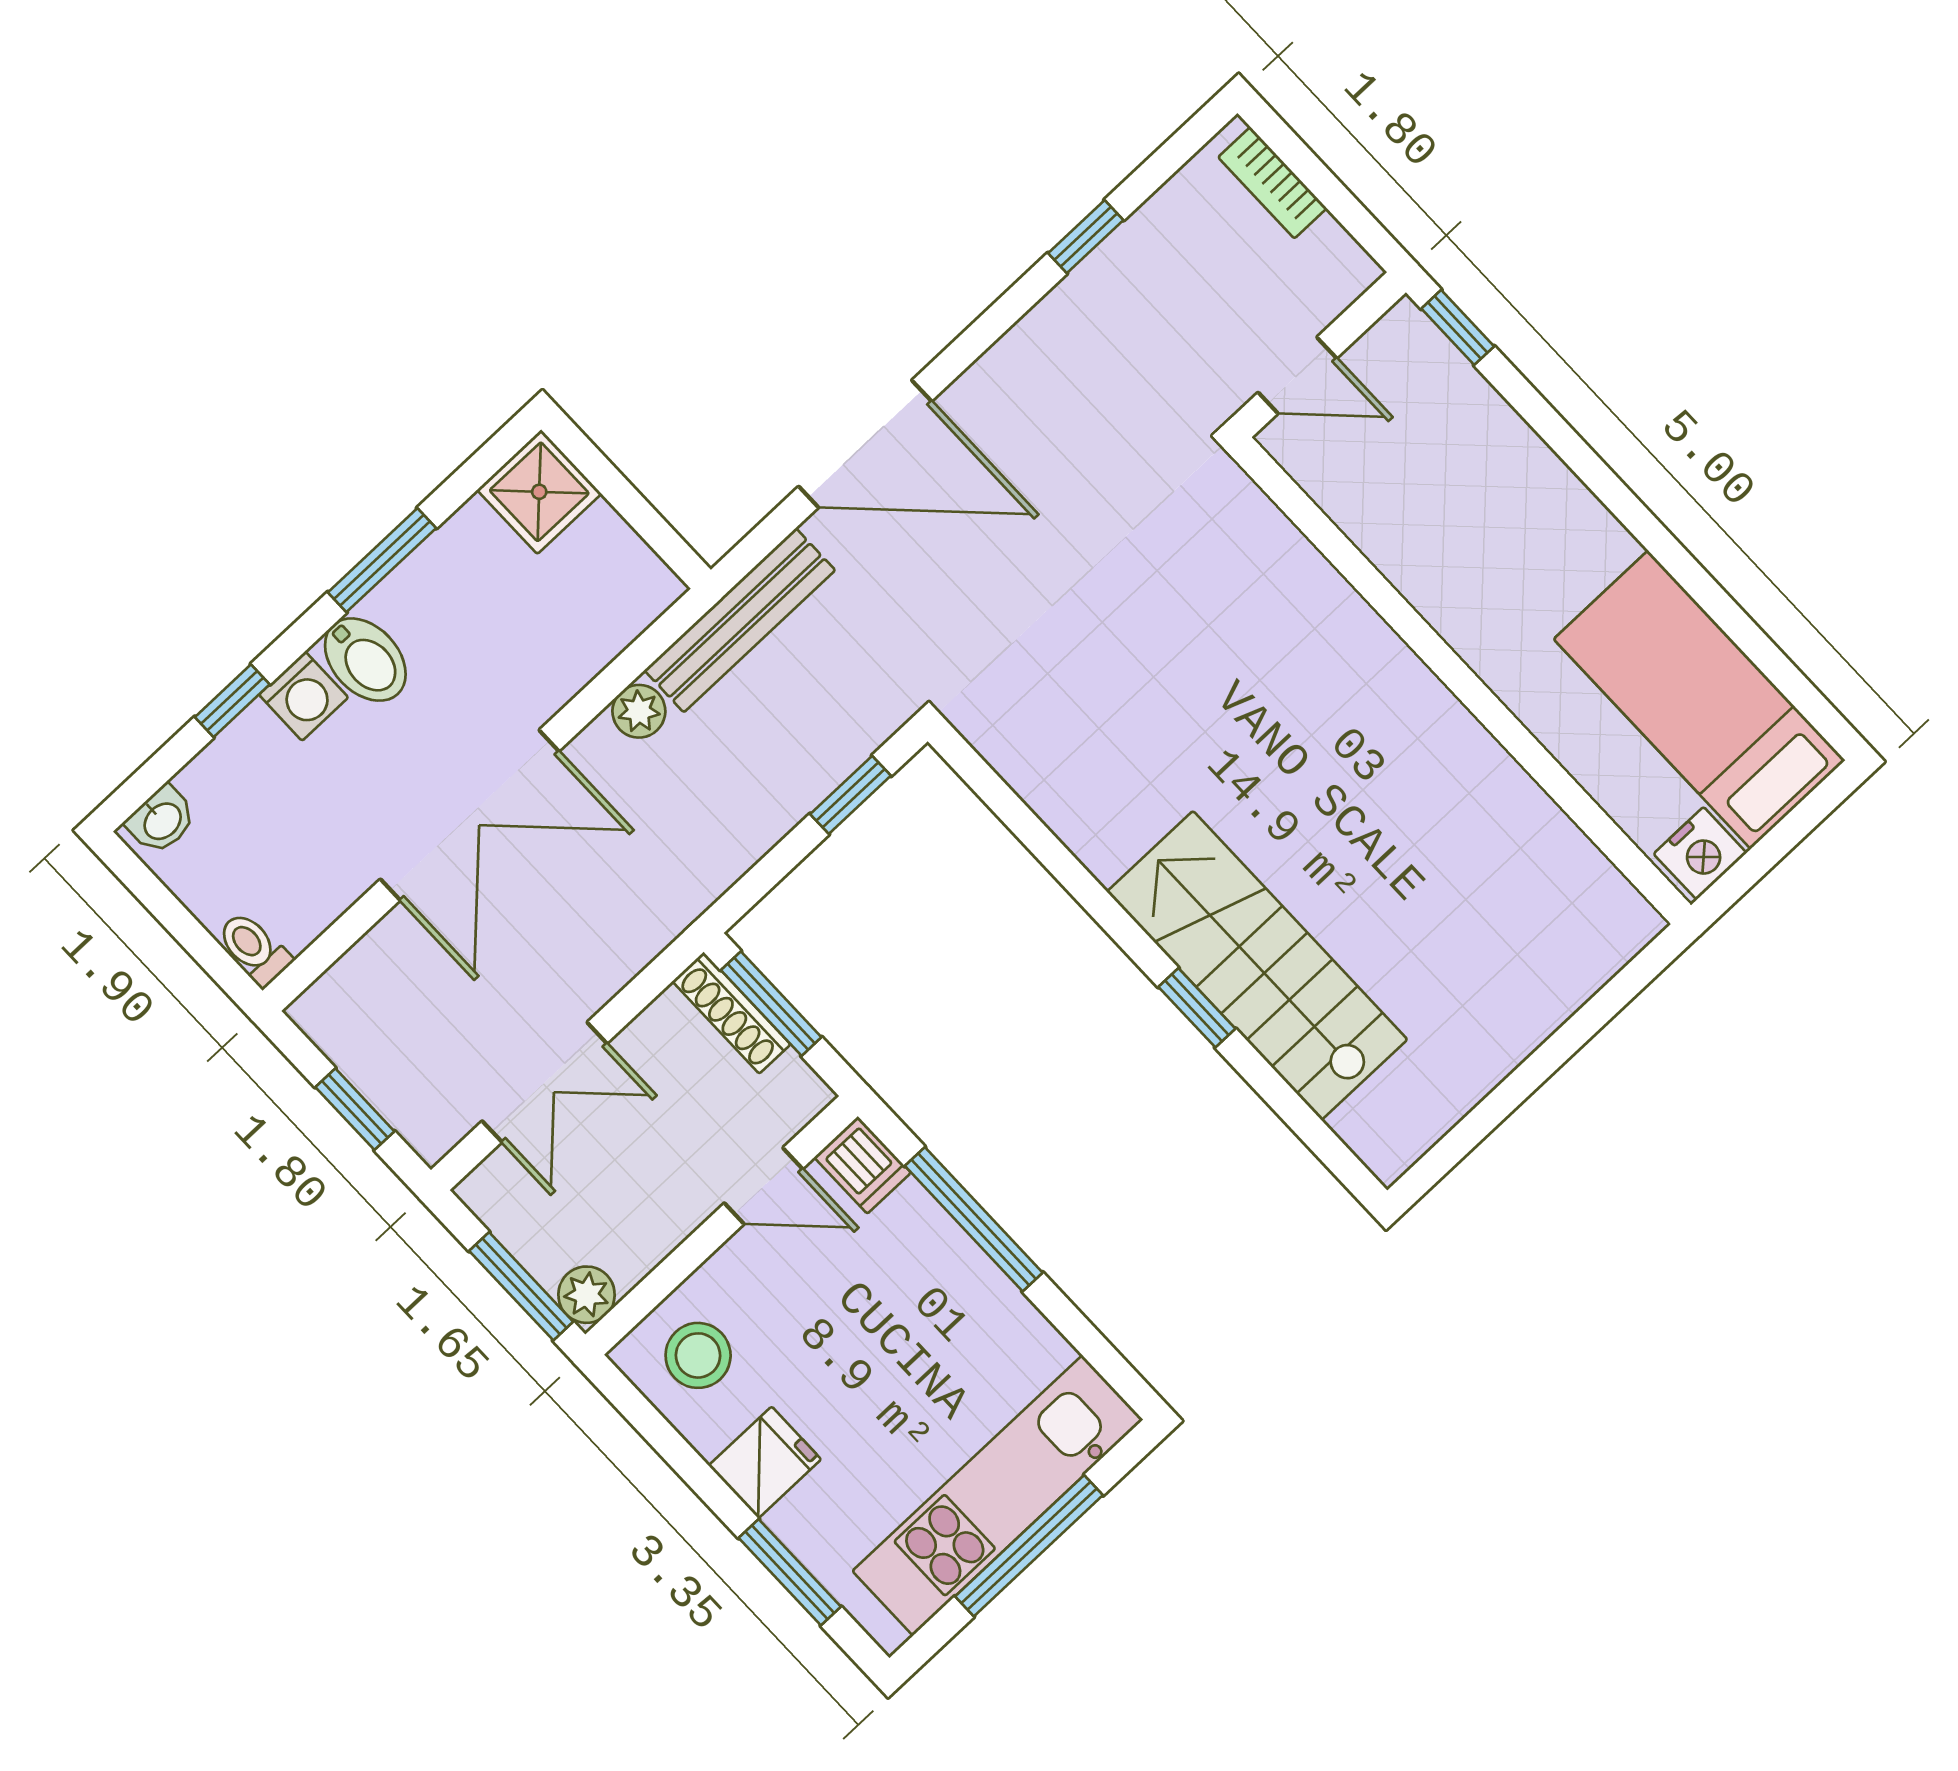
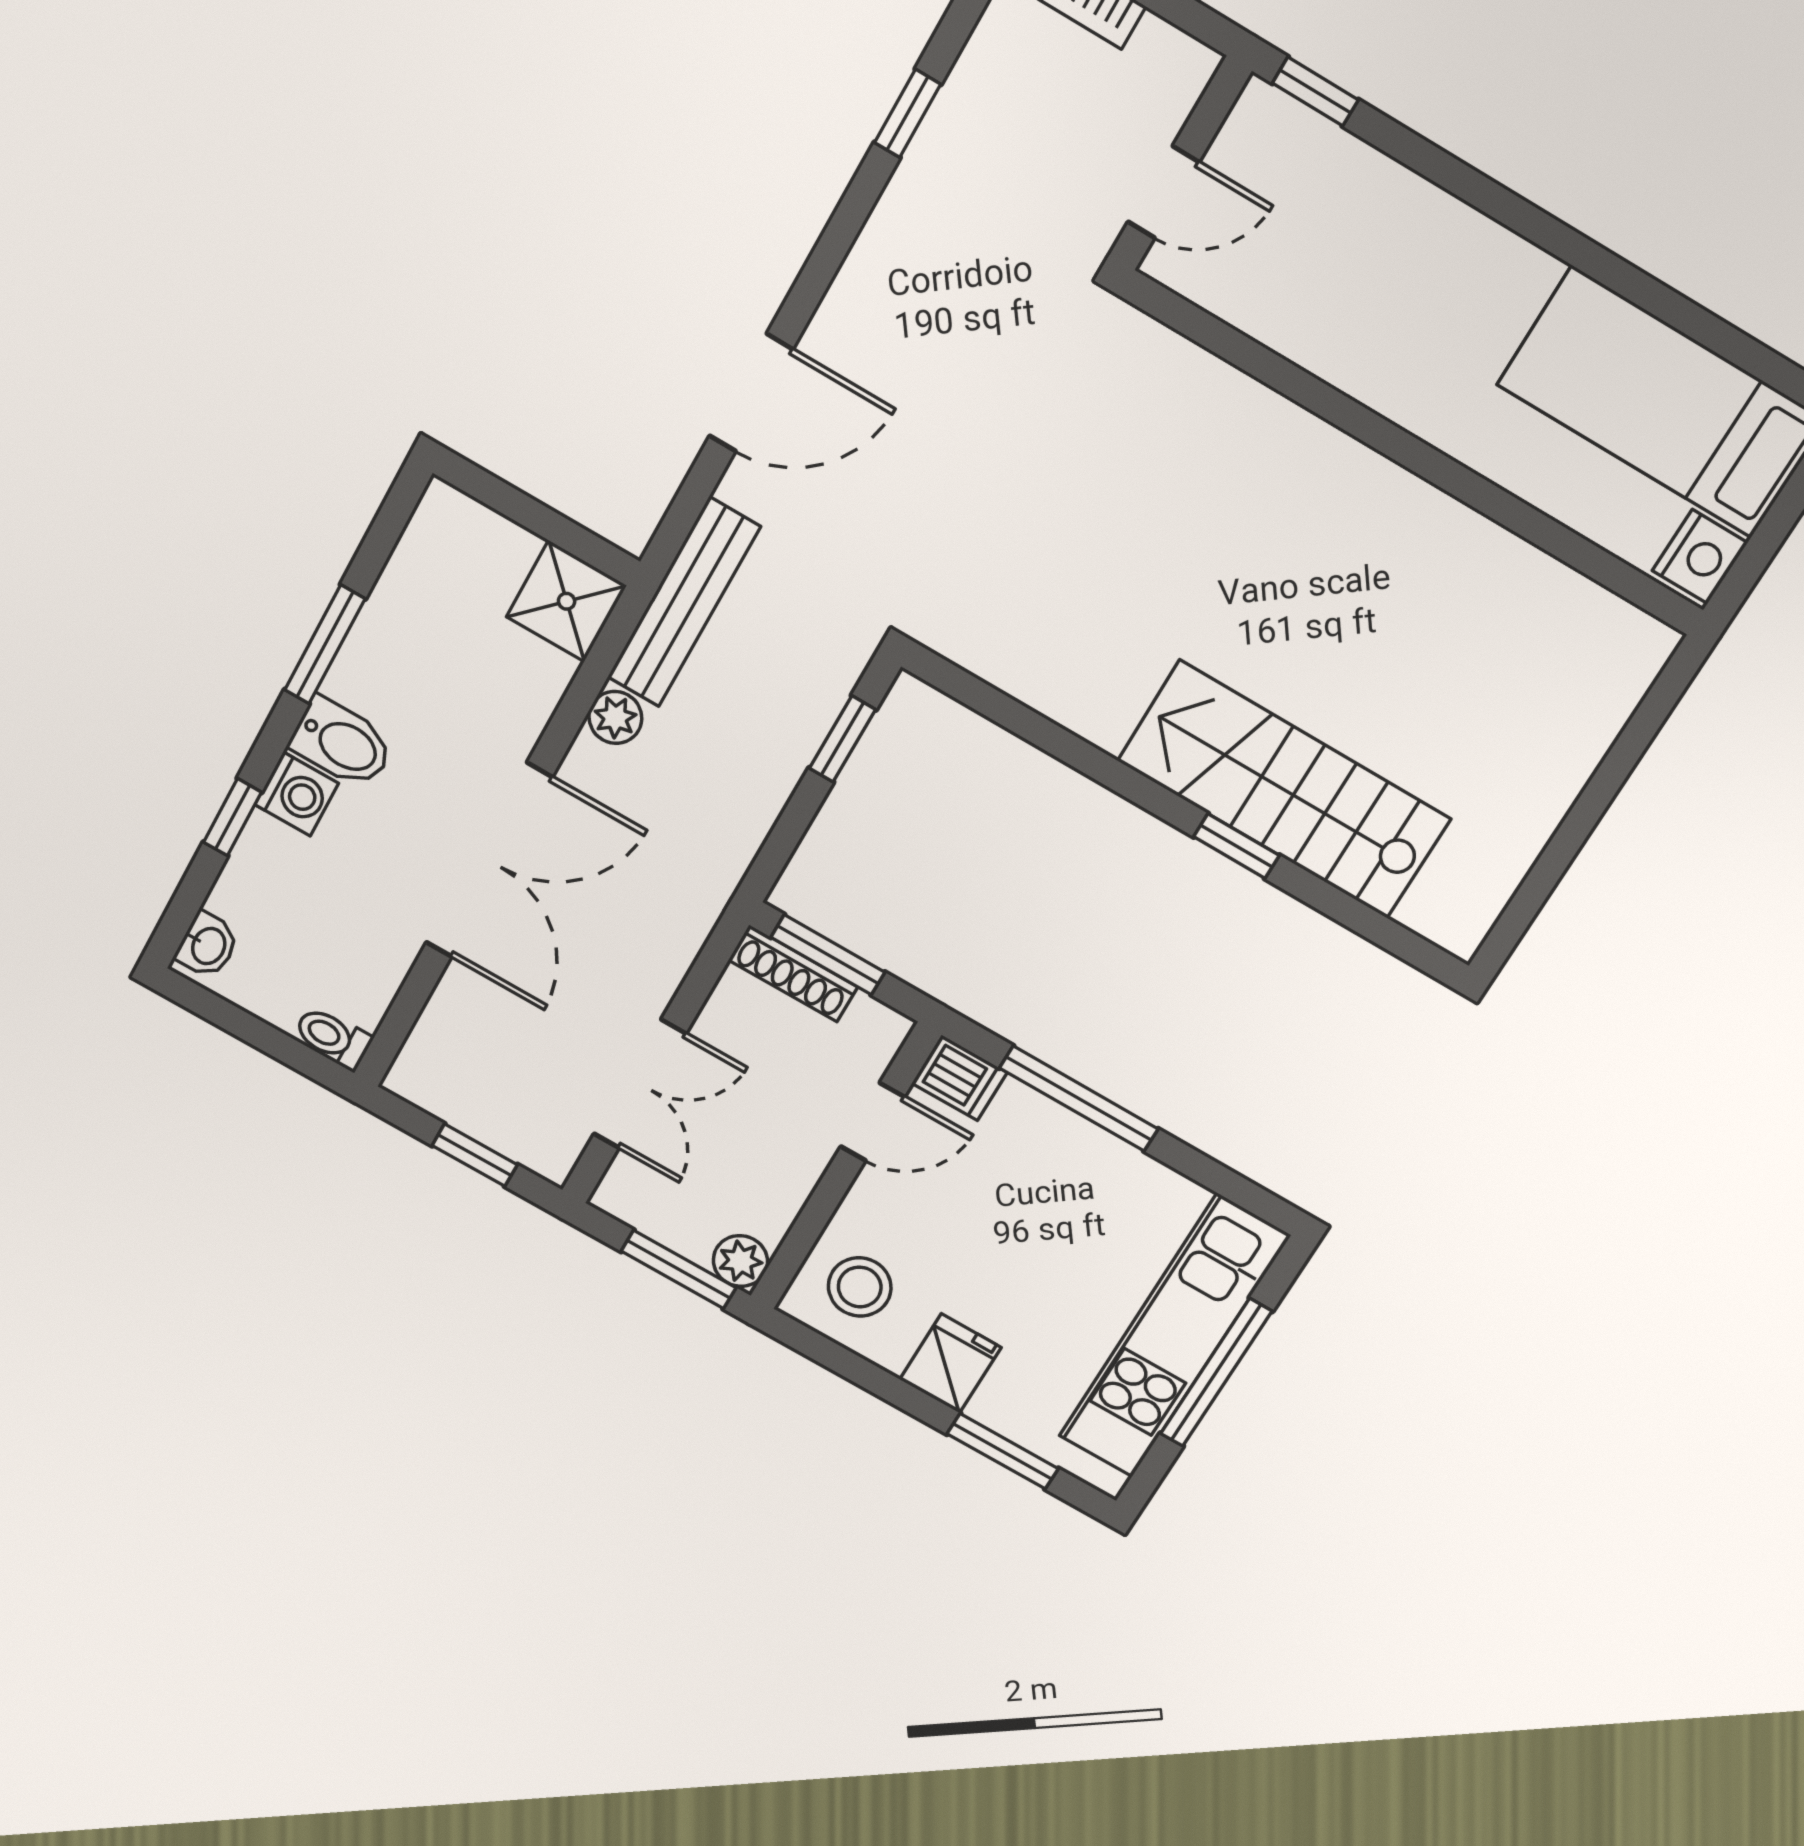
door: (865, 444) -> (751, 393), width x0.73
shower: (539, 492) -> (567, 601), moved

